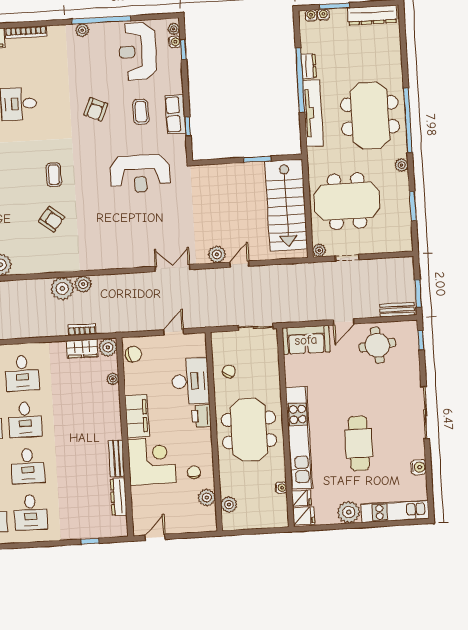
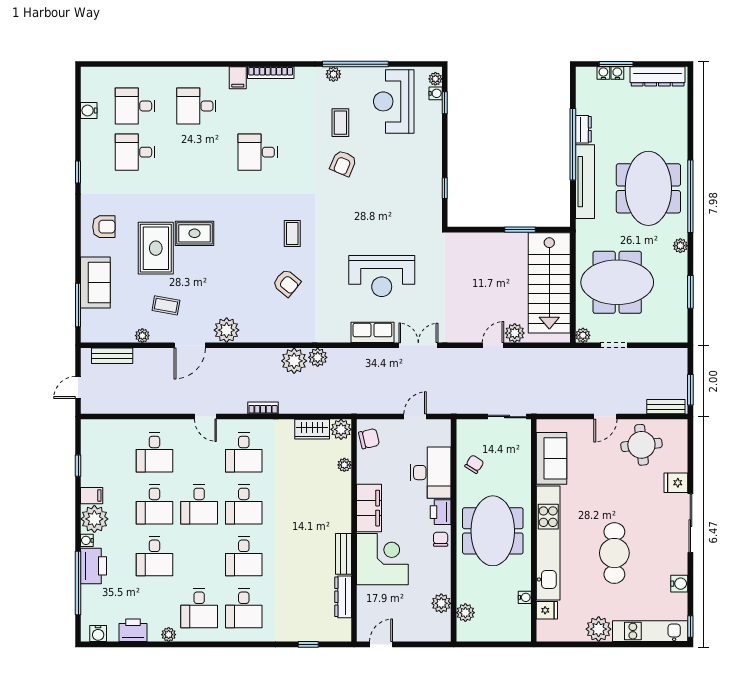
water cooler: (311, 16) -> (617, 73), moved
coffee table: (141, 112) -> (340, 123), moved
row of seats: (176, 114) -> (372, 332), moved, turned 90
reception desk: (140, 174) -> (382, 276), moved
plant: (217, 254) -> (515, 333), moved
bookcase: (82, 330) -> (263, 408), moved
sofa: (306, 340) -> (551, 458), moved, turned -90
window: (421, 340) -> (690, 627), moved
chair: (194, 472) -> (441, 539), moved
fridge: (304, 516) -> (676, 483), moved, turned 180

